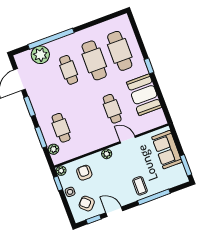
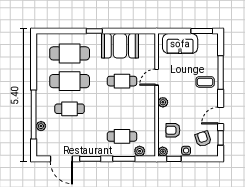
plant: (40, 55) -> (41, 126), width x0.53, depth x0.53
armchair: (87, 204) -> (203, 139), turned 119

